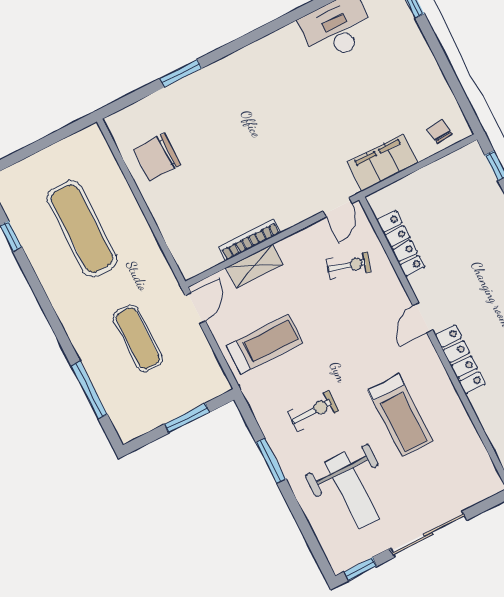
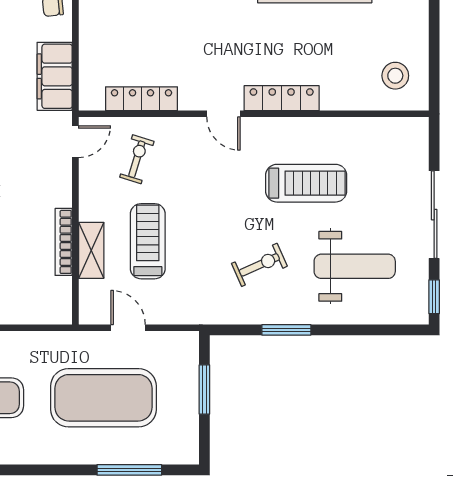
door: (338, 207) -> (75, 142), hinge flipped
door: (195, 308) -> (128, 328), moved
exercise mat: (138, 338) -> (103, 398), width x2.00, depth x1.45
treadmill: (265, 344) -> (148, 241), moved
exercise bike: (313, 411) -> (259, 265), turned 66

